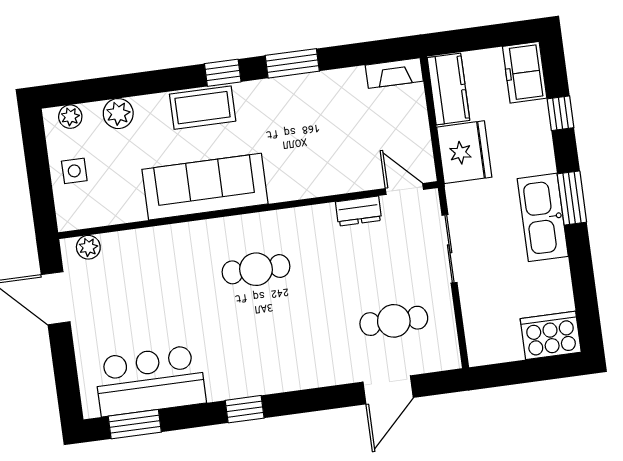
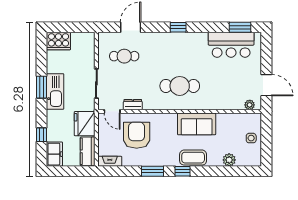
plant: (70, 117) -> (250, 161), removed
armchair: (340, 142) -> (137, 135), added
sofa: (205, 187) -> (197, 124), width x0.73
window: (572, 198) -> (42, 87), moved
cafe table: (256, 269) -> (180, 86), width x1.37, depth x1.35
window: (245, 409) -> (178, 27), moved

